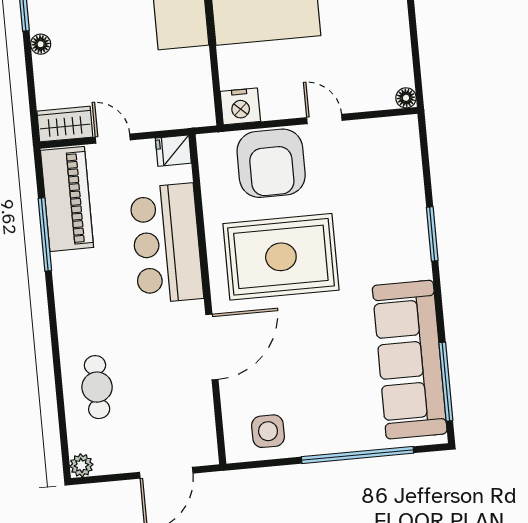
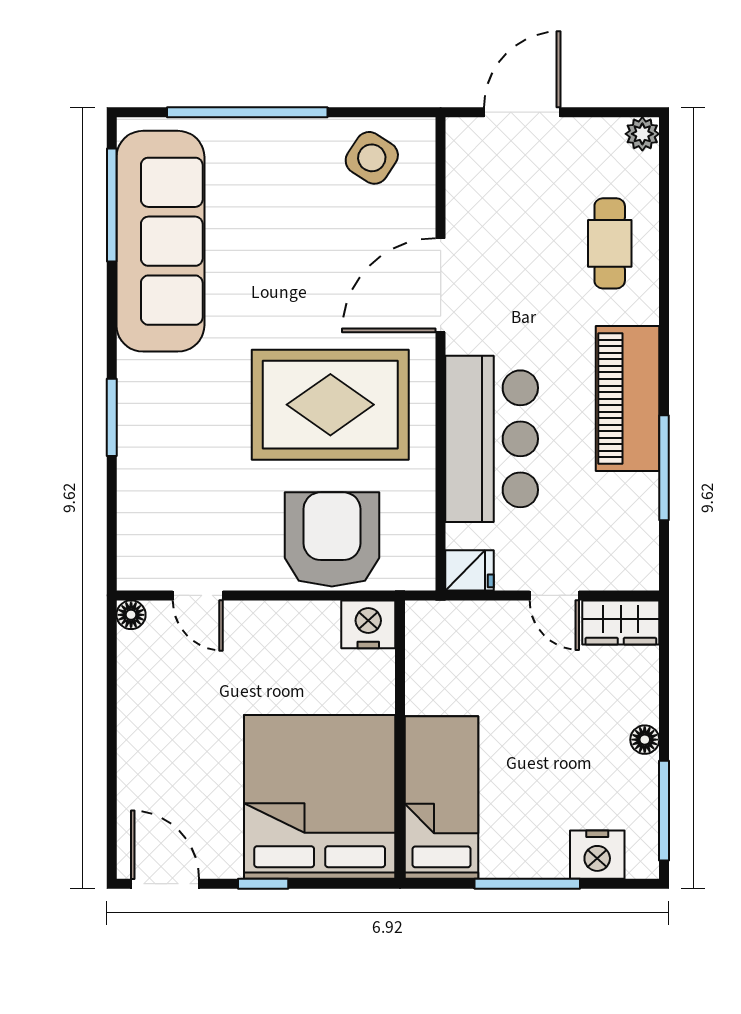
door: (324, 119) -> (198, 595), moved
piano: (67, 199) -> (628, 399), moved
side table: (268, 431) -> (372, 158), turned 33

